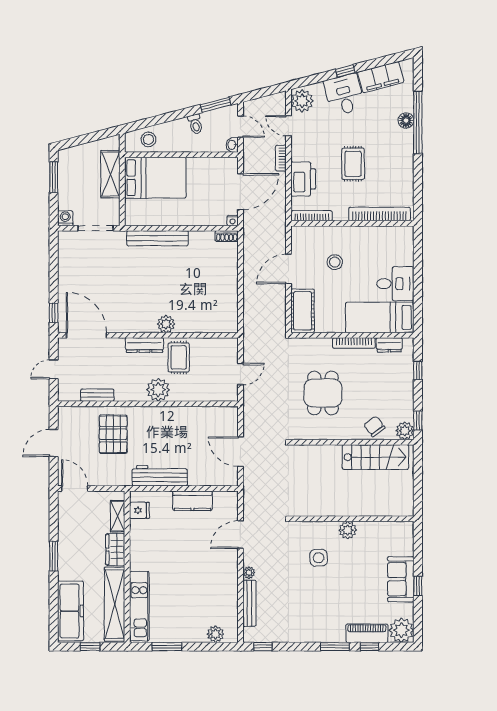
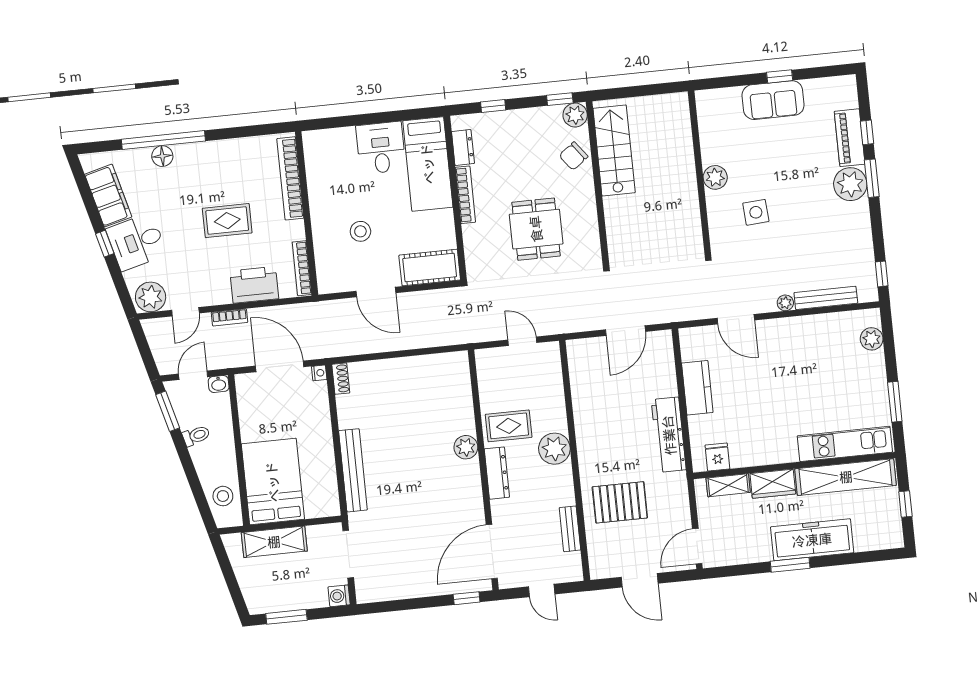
dining table: (323, 393) -> (536, 229), turned 90
freezer: (71, 611) -> (812, 540), moved
plant: (401, 630) -> (850, 184), moved

